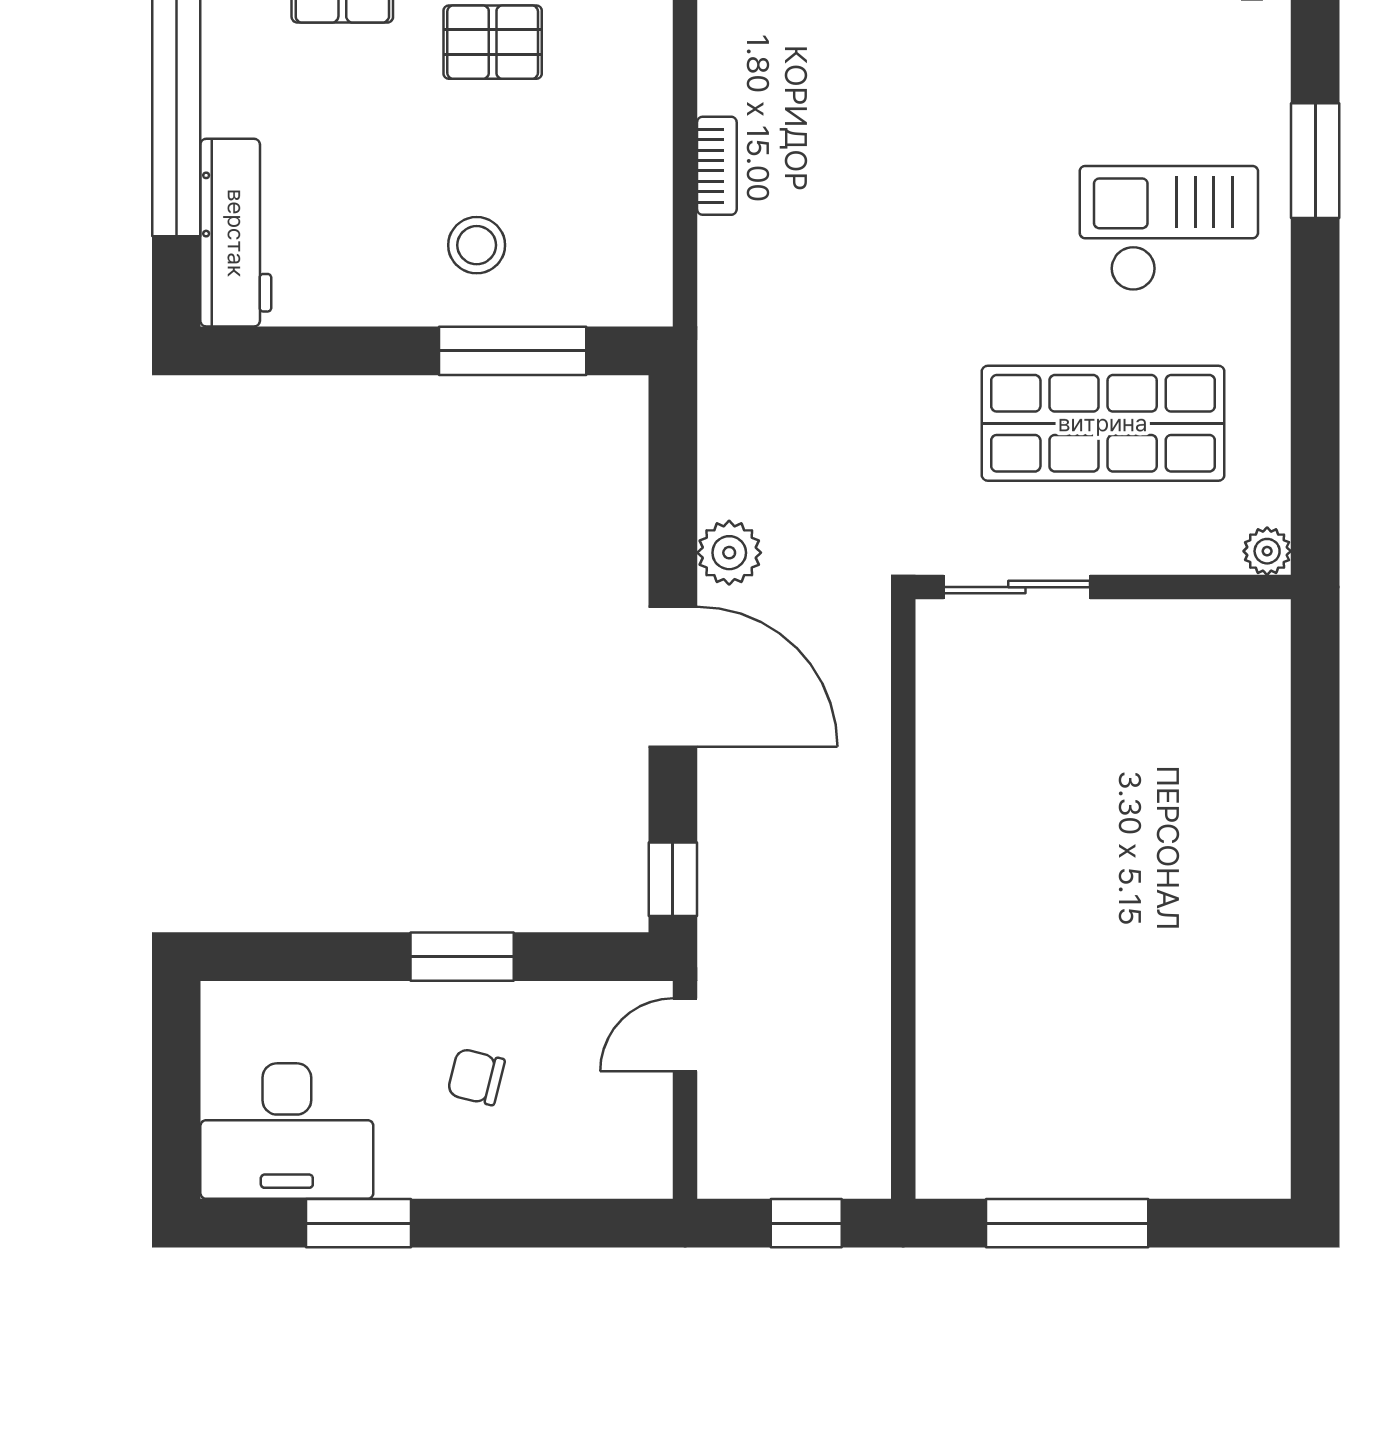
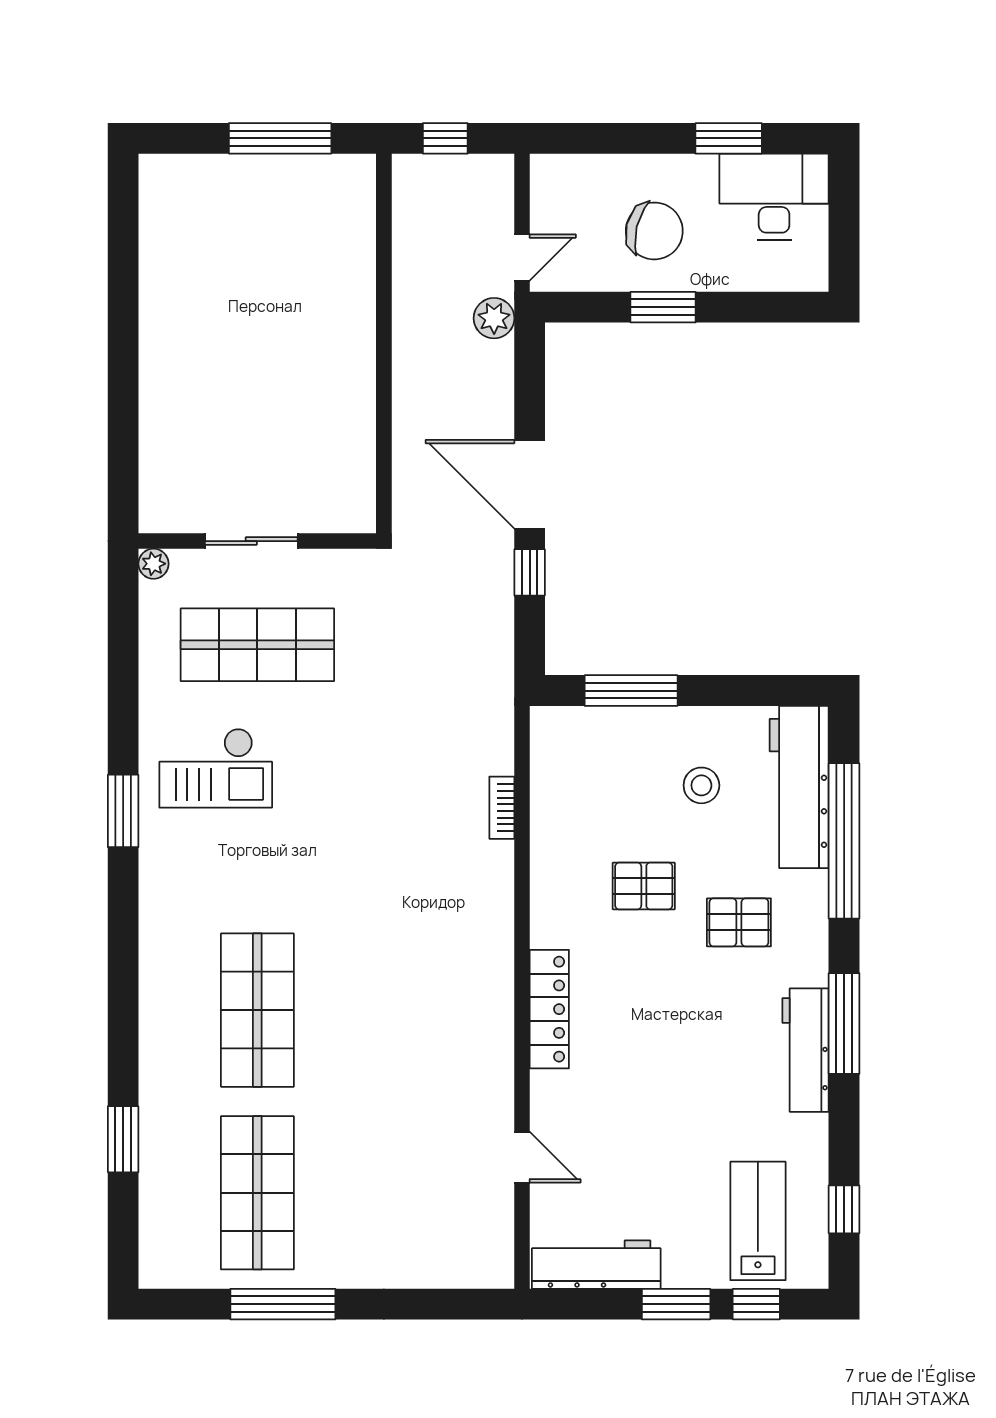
workbench: (236, 233) -> (799, 787), width x1.36, depth x1.32
stool: (477, 245) -> (701, 785), moved
plant: (729, 553) -> (494, 318), moved
sliding door: (1017, 587) -> (251, 541), moved
window: (673, 879) -> (530, 572), moved
chair: (476, 1077) -> (654, 231), width x1.87, depth x1.87

